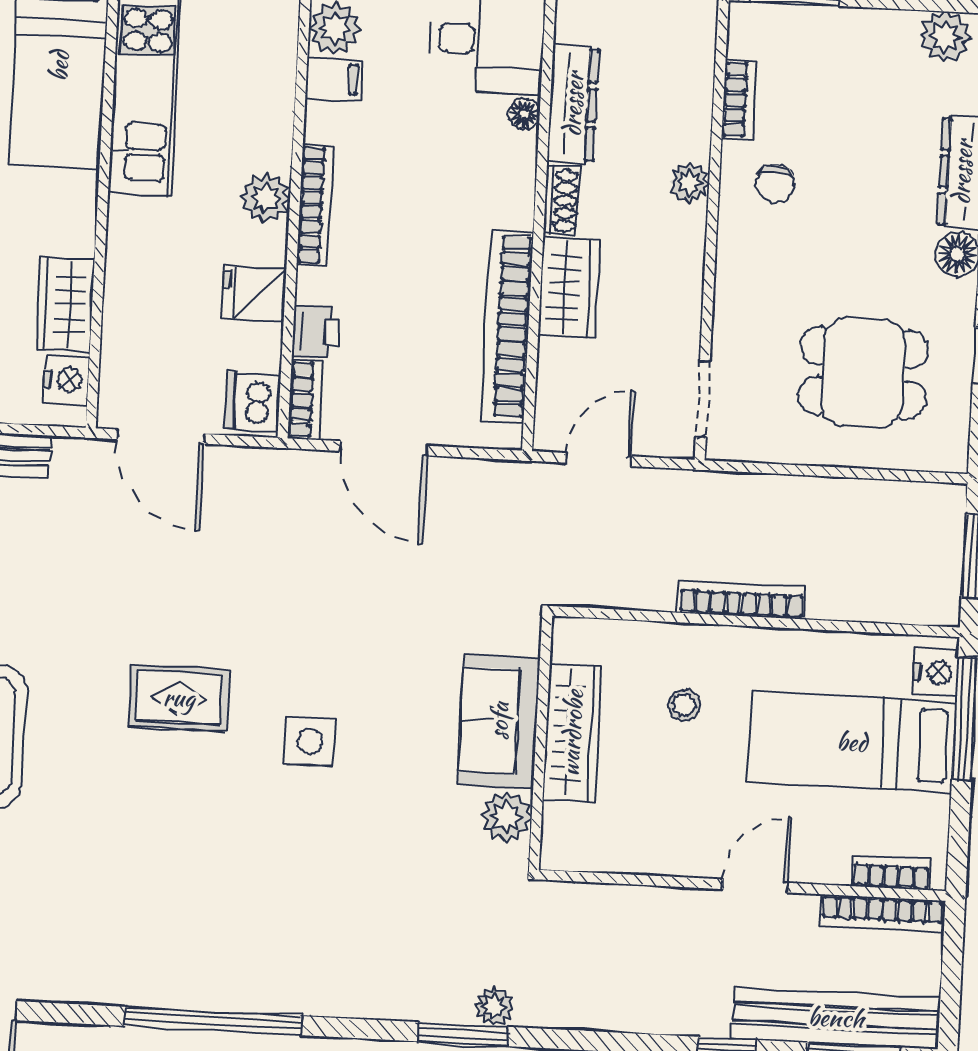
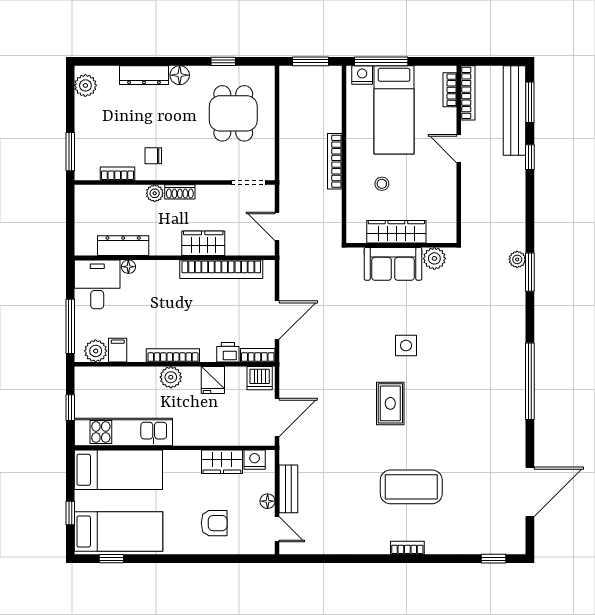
chair: (776, 184) -> (153, 156), turned 180
shoe rack: (562, 200) -> (180, 192), moved, turned 180

